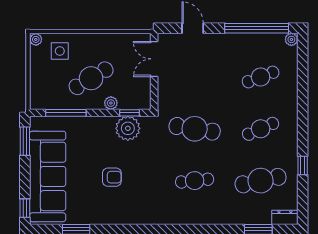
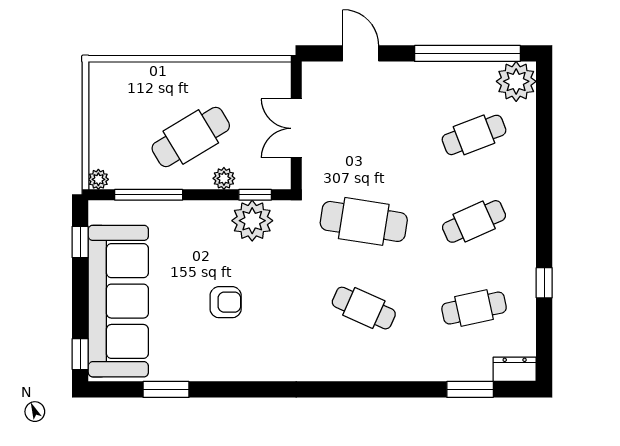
plant: (36, 39) -> (98, 179), moved
plant: (291, 39) -> (516, 81), width x1.88, depth x1.88
side table: (60, 51) -> (139, 91), removed
double door: (154, 59) -> (296, 128), moved
window: (25, 141) -> (80, 242), width x0.67
cafe table: (195, 181) -> (364, 308), turned 30
cafe table: (261, 181) -> (474, 308), width x0.73, depth x0.74

